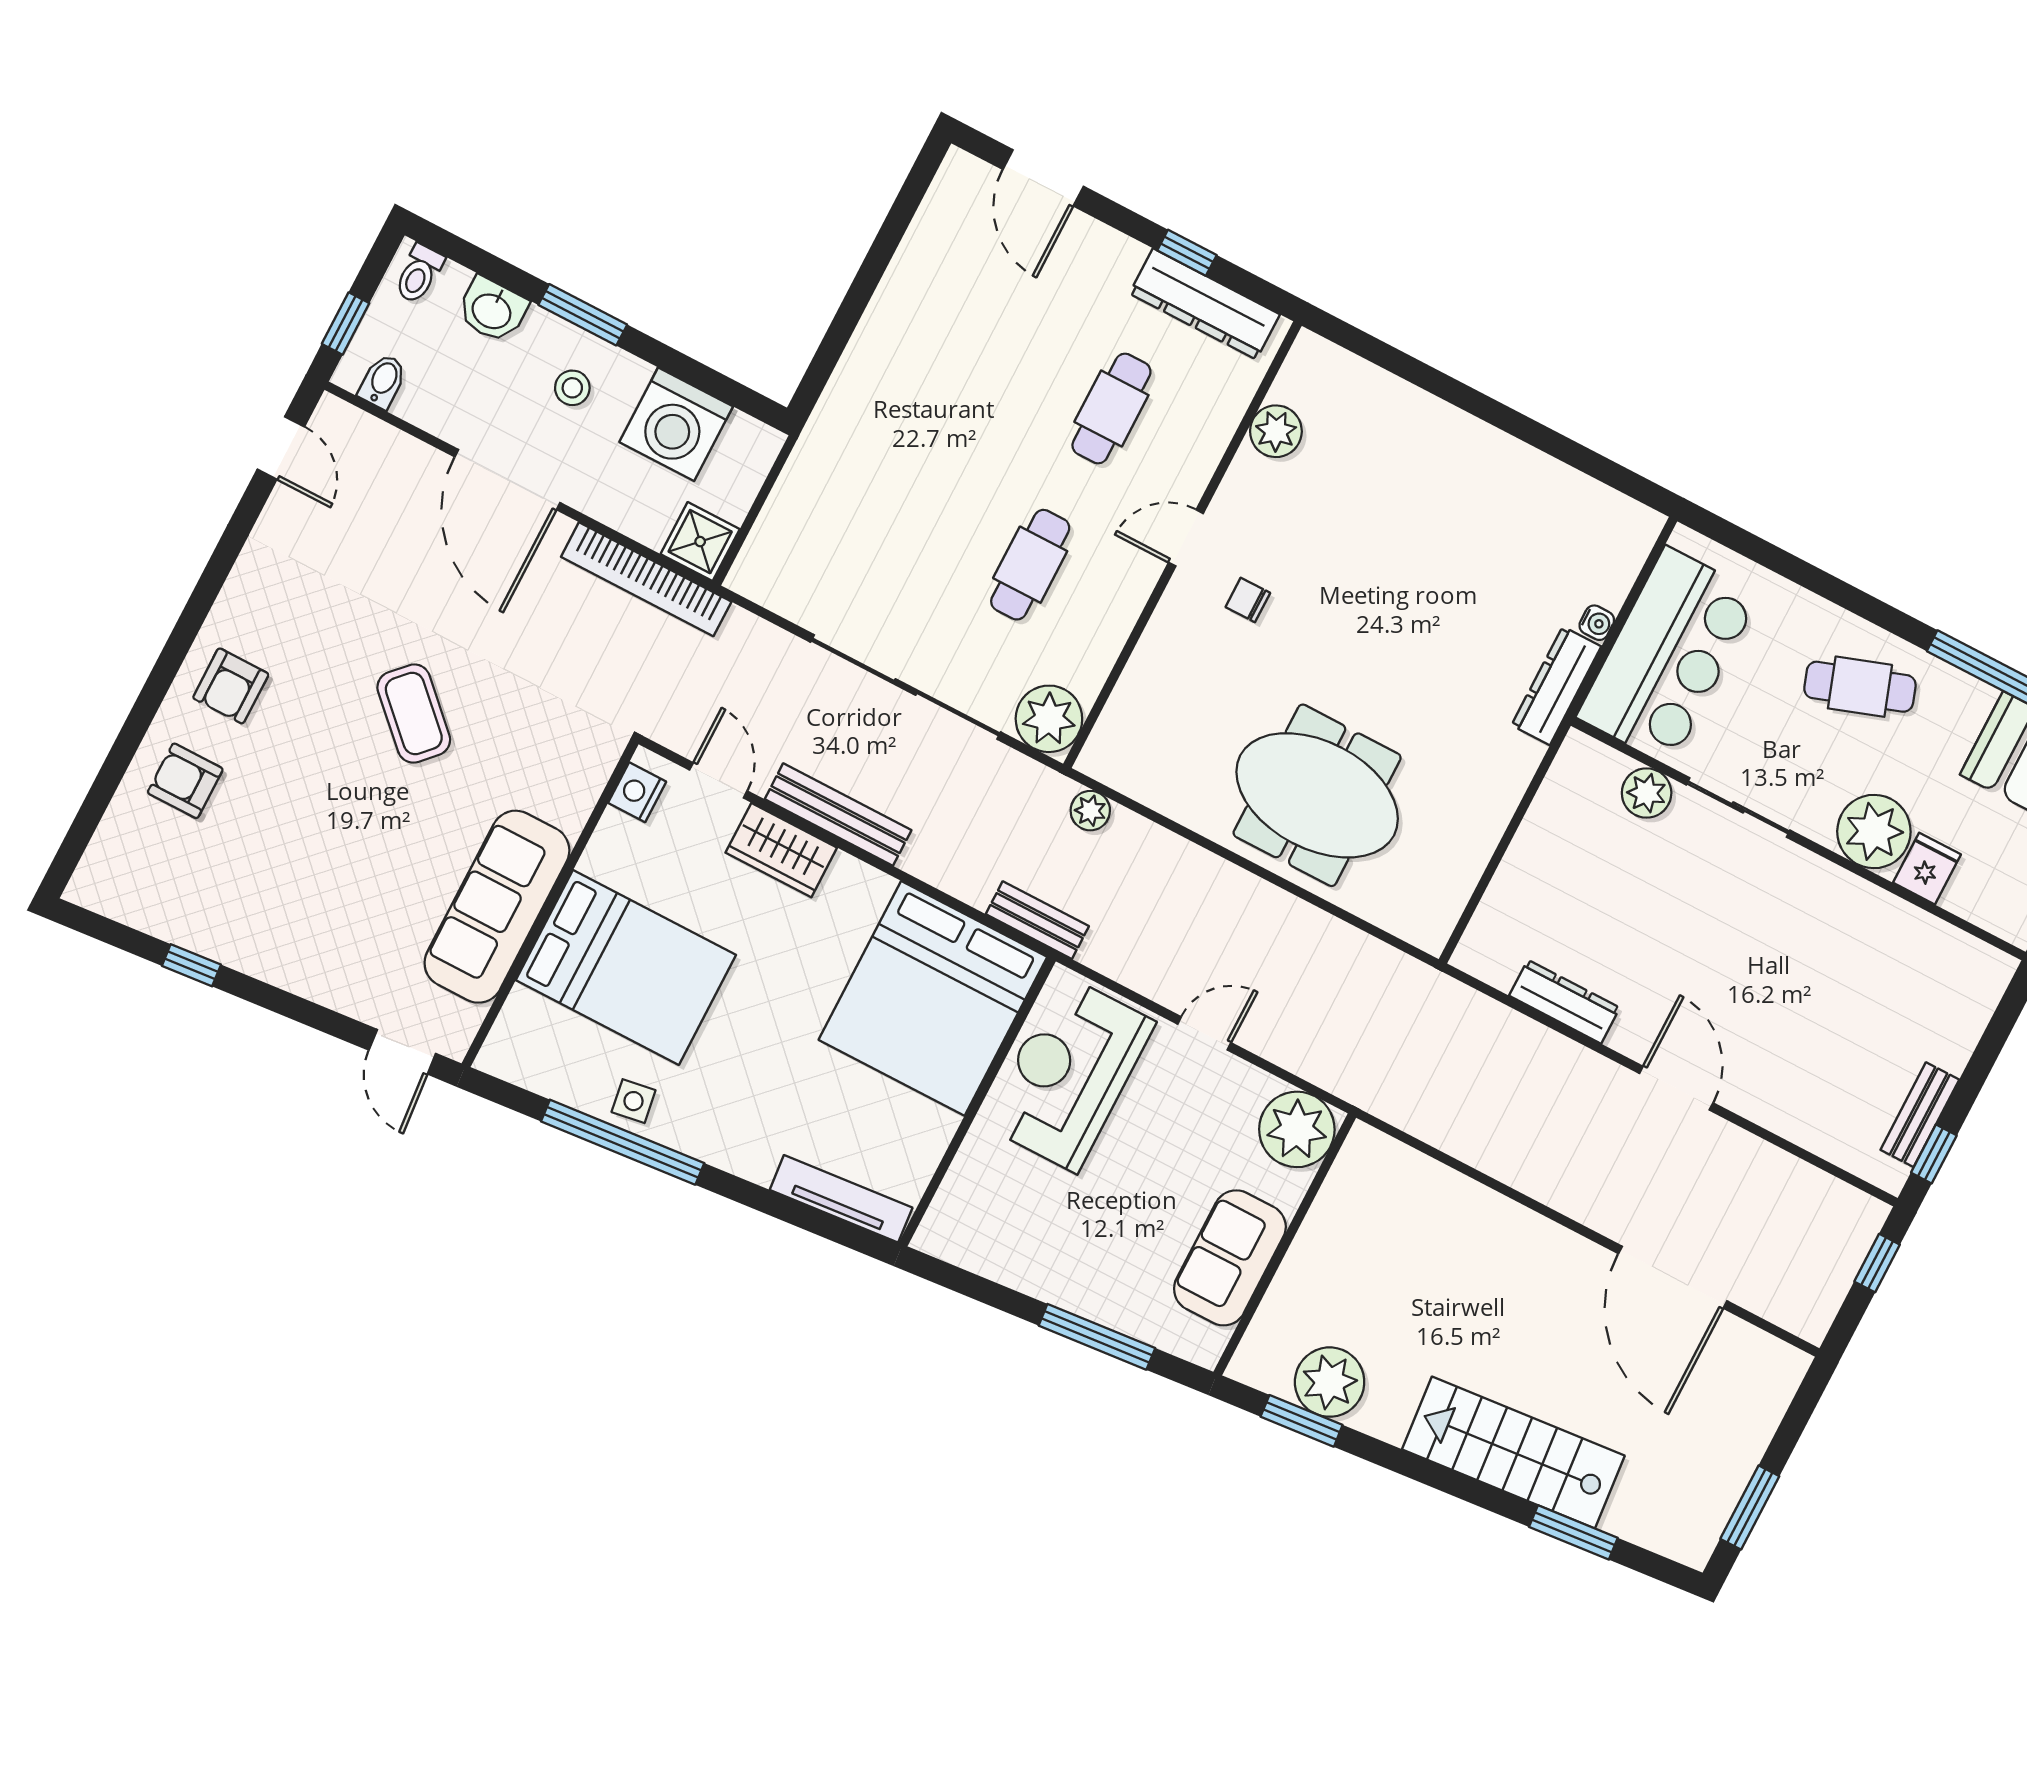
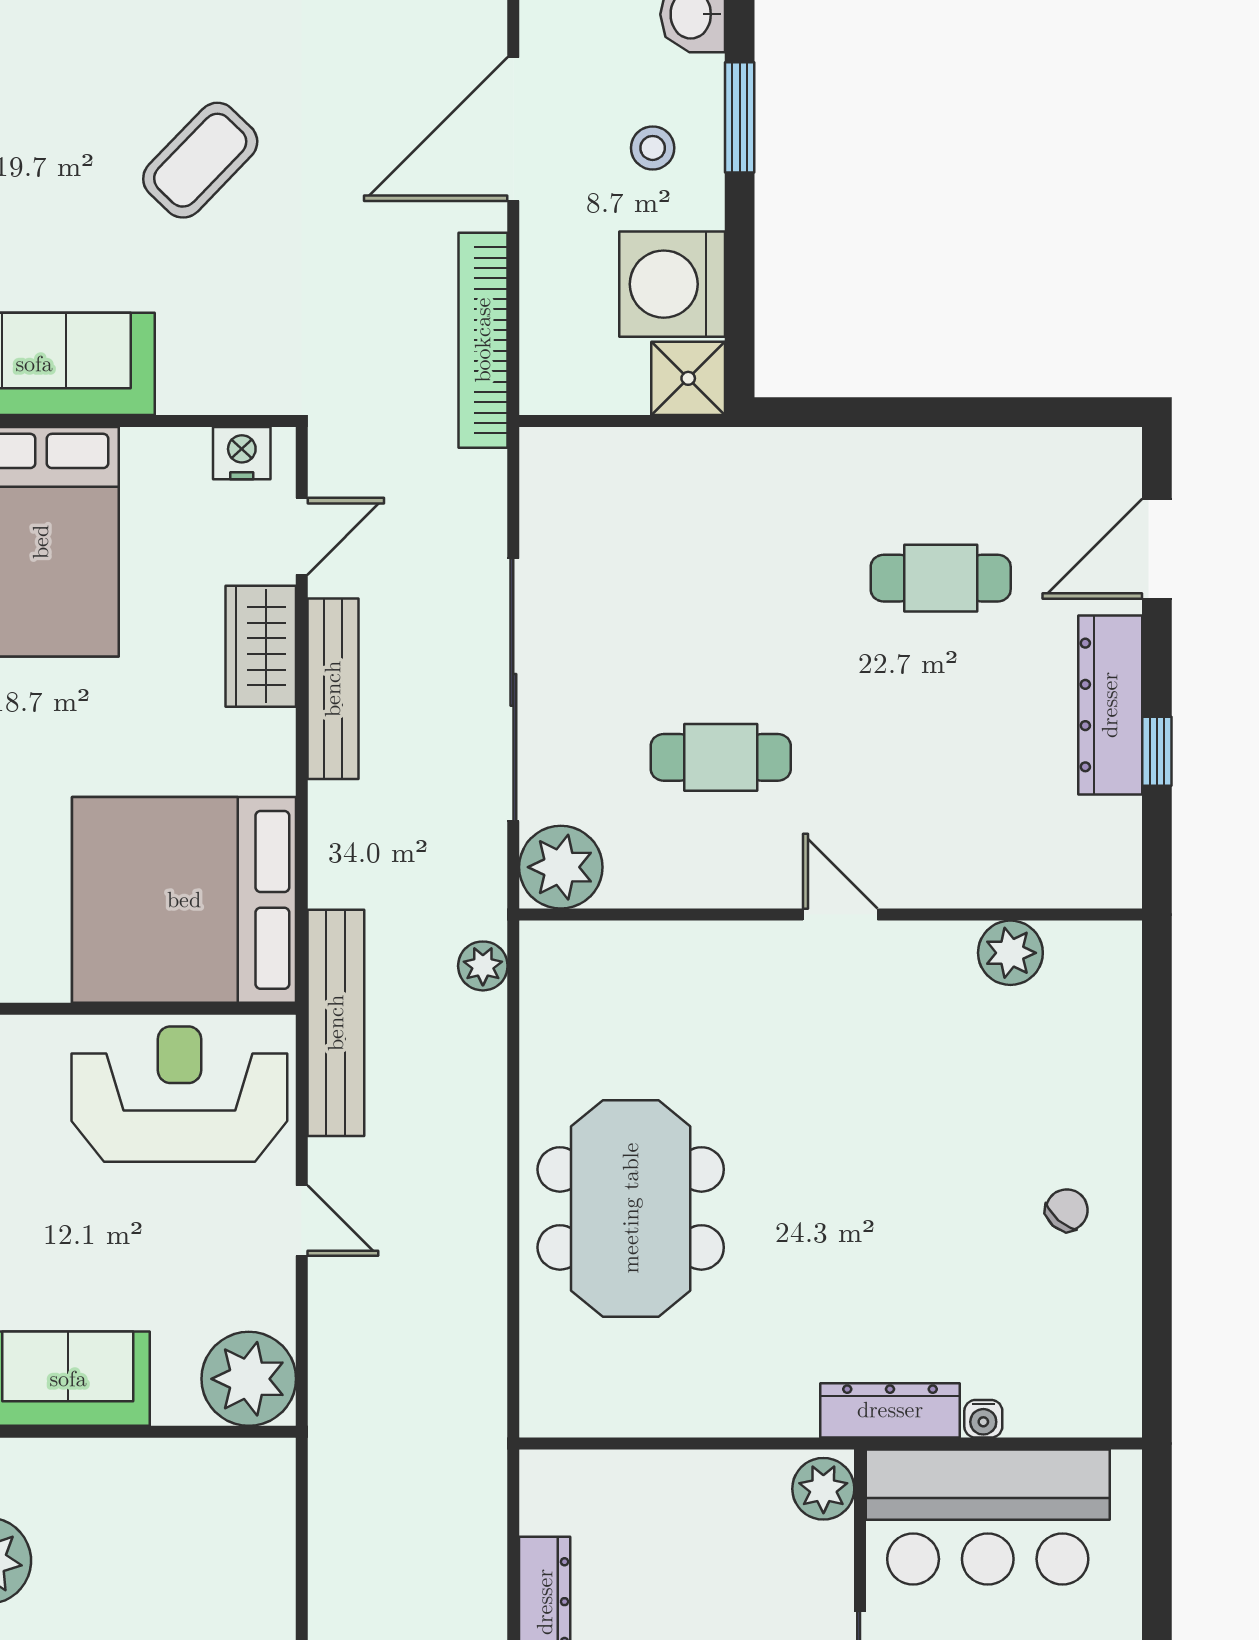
dresser: (1205, 304) -> (1110, 705), moved
cafe table: (1111, 409) -> (941, 578), moved
shower: (700, 542) -> (688, 378), moved
chair: (1248, 600) -> (1067, 1210), moved, turned 41
plant: (1647, 793) -> (823, 1489), moved
bench: (1037, 920) -> (336, 1023), width x1.86, depth x1.21

